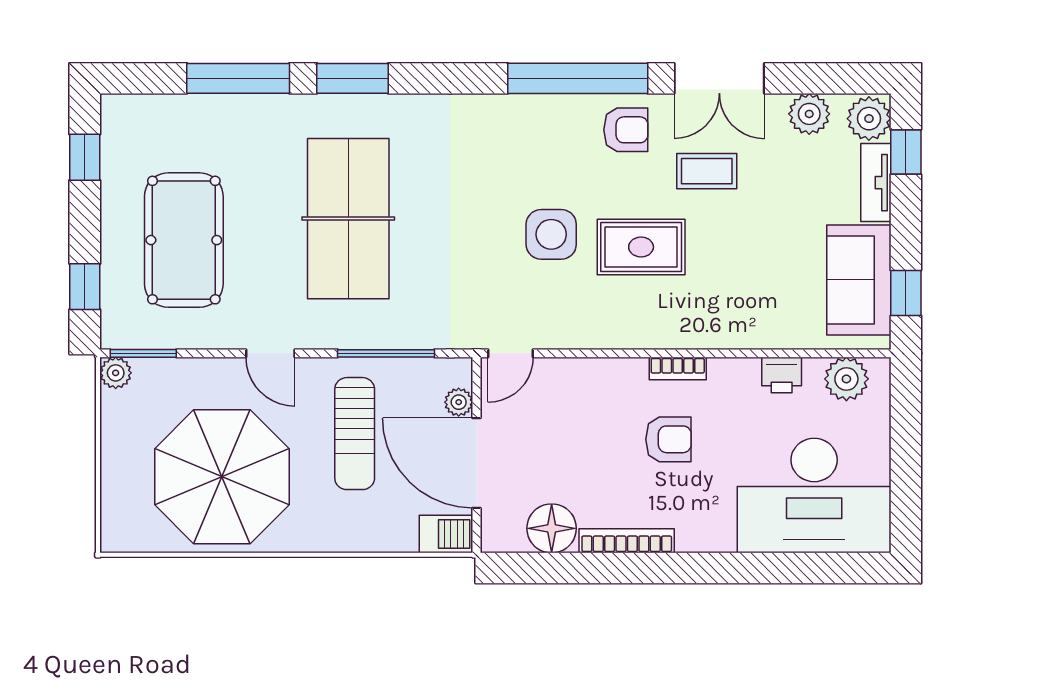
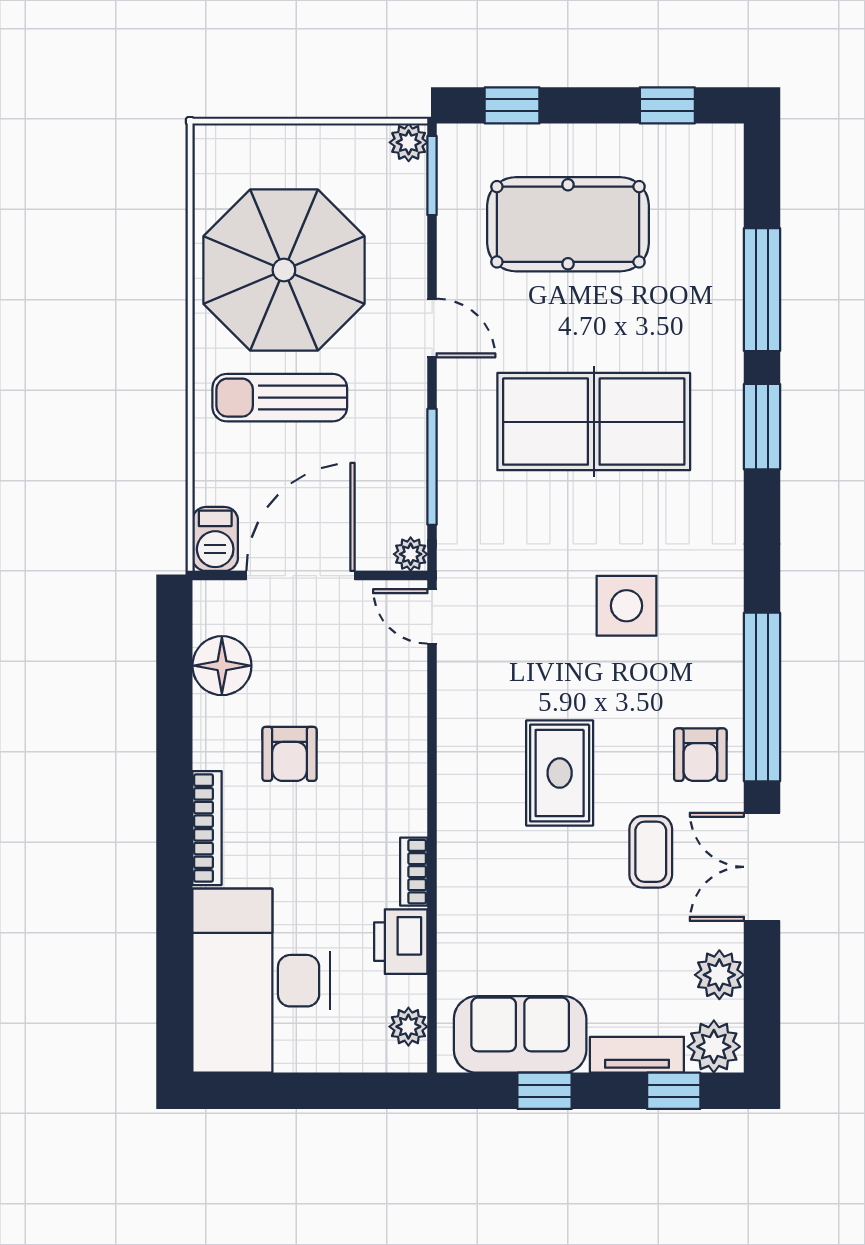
side table: (551, 234) -> (627, 606), moved
window: (906, 293) -> (545, 1091), moved
door: (270, 353) -> (432, 328), swing flipped
bookcase: (678, 368) -> (414, 872), moved
printer: (782, 375) -> (401, 942), width x1.36, depth x1.24
plant: (846, 379) -> (408, 1027), width x0.73, depth x0.73
plant: (459, 402) -> (411, 554), moved
sun lounger: (355, 434) -> (280, 398), moved
armchair: (668, 439) -> (289, 754), moved
bookcase: (627, 541) -> (207, 828), moved

